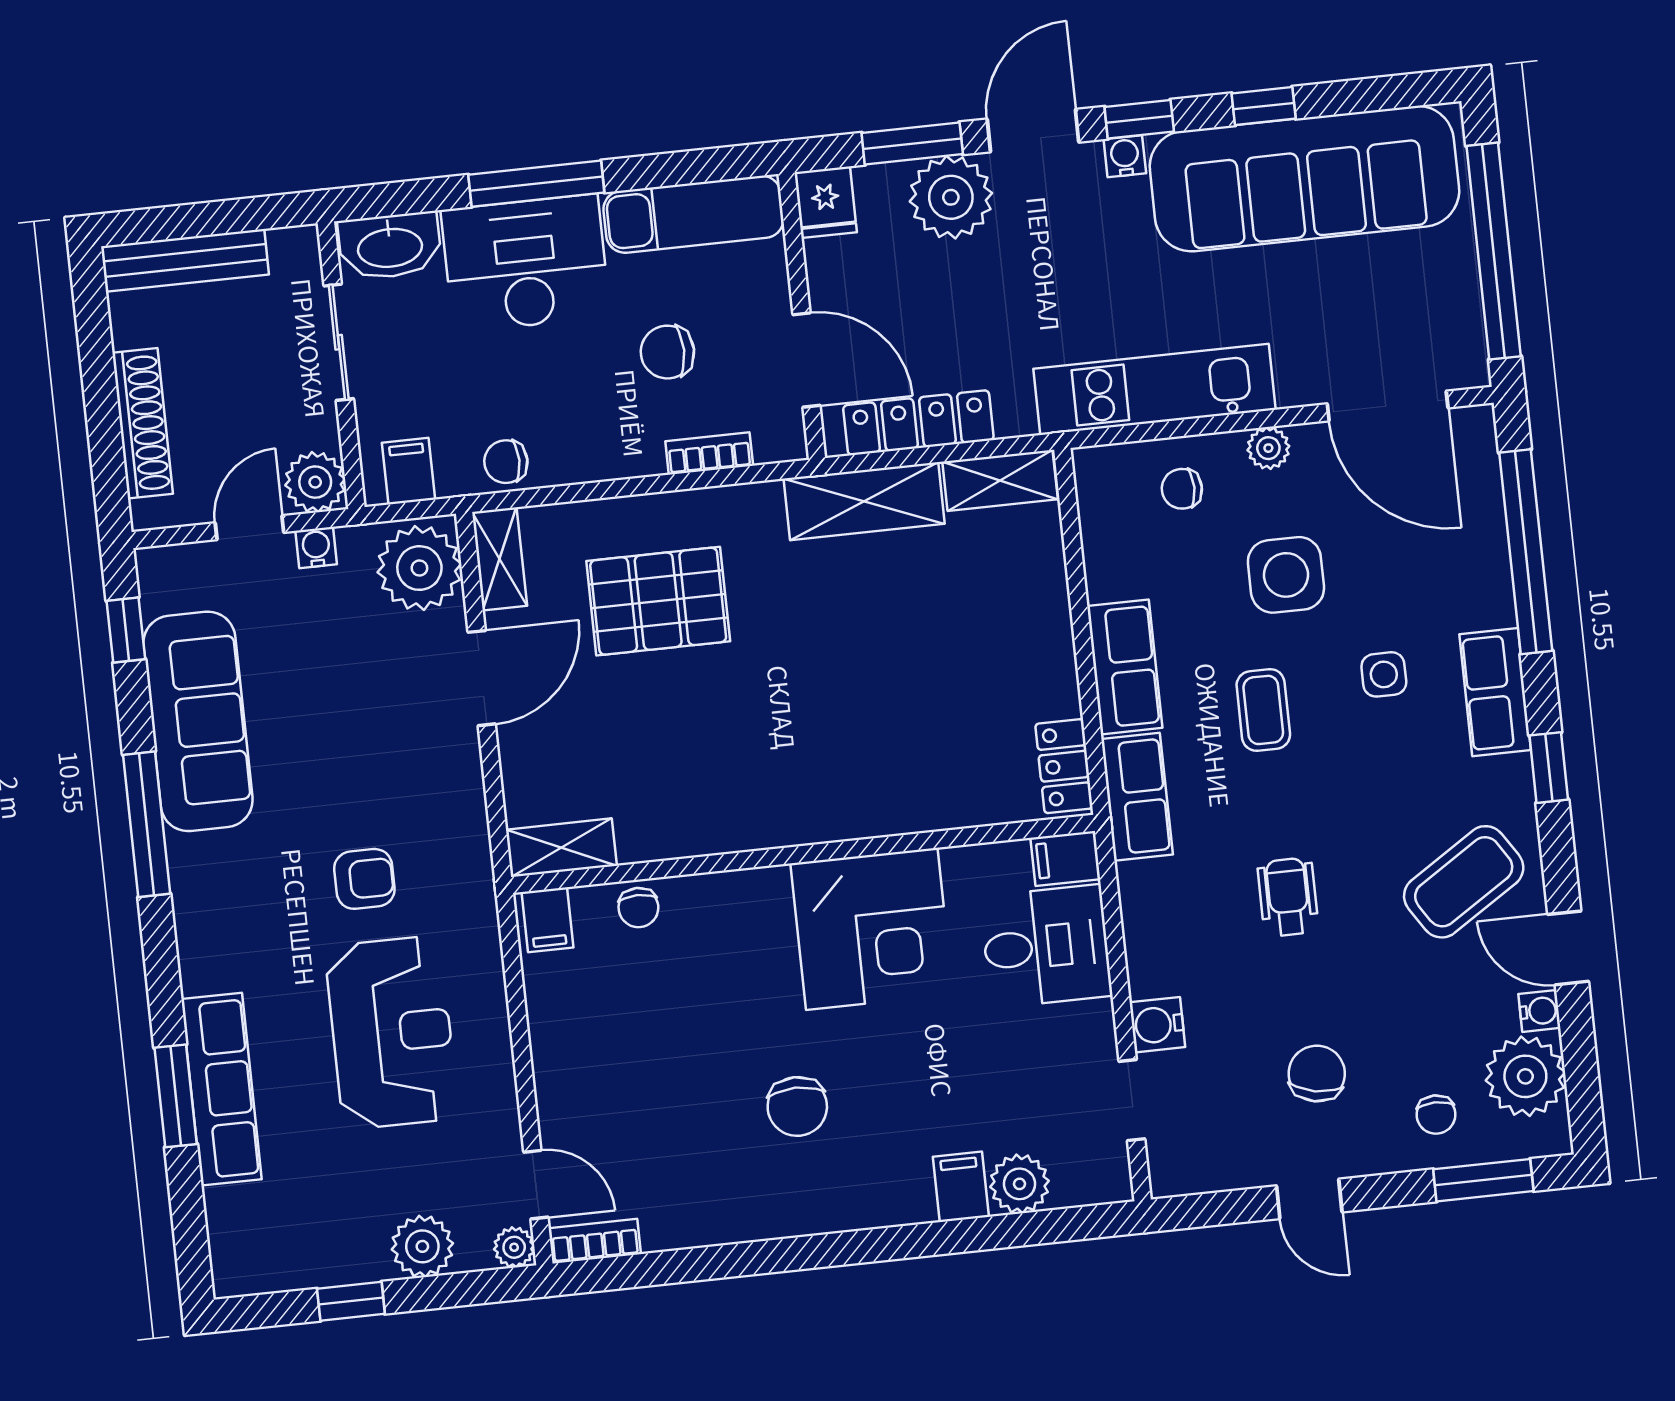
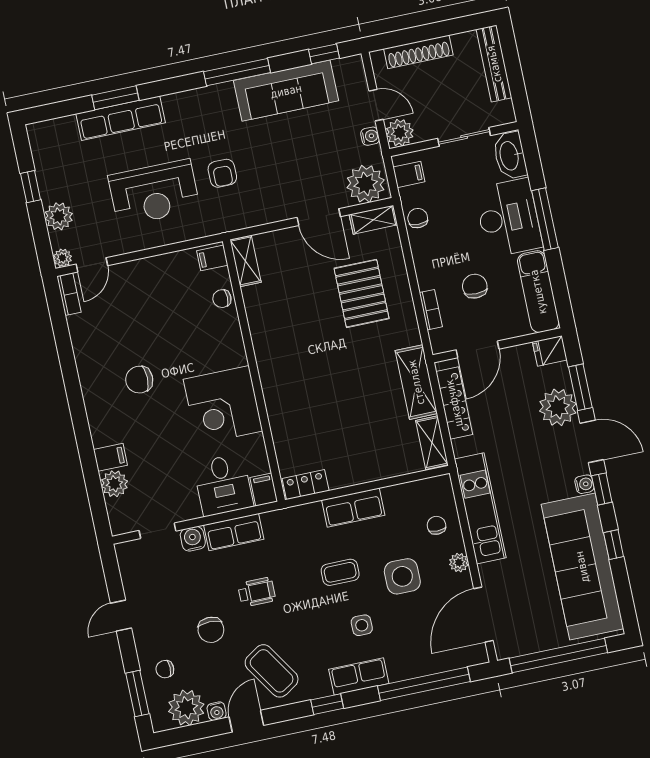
row of seats: (1137, 797) -> (234, 532), moved
chair: (1317, 1074) -> (211, 630), moved, turned 79

